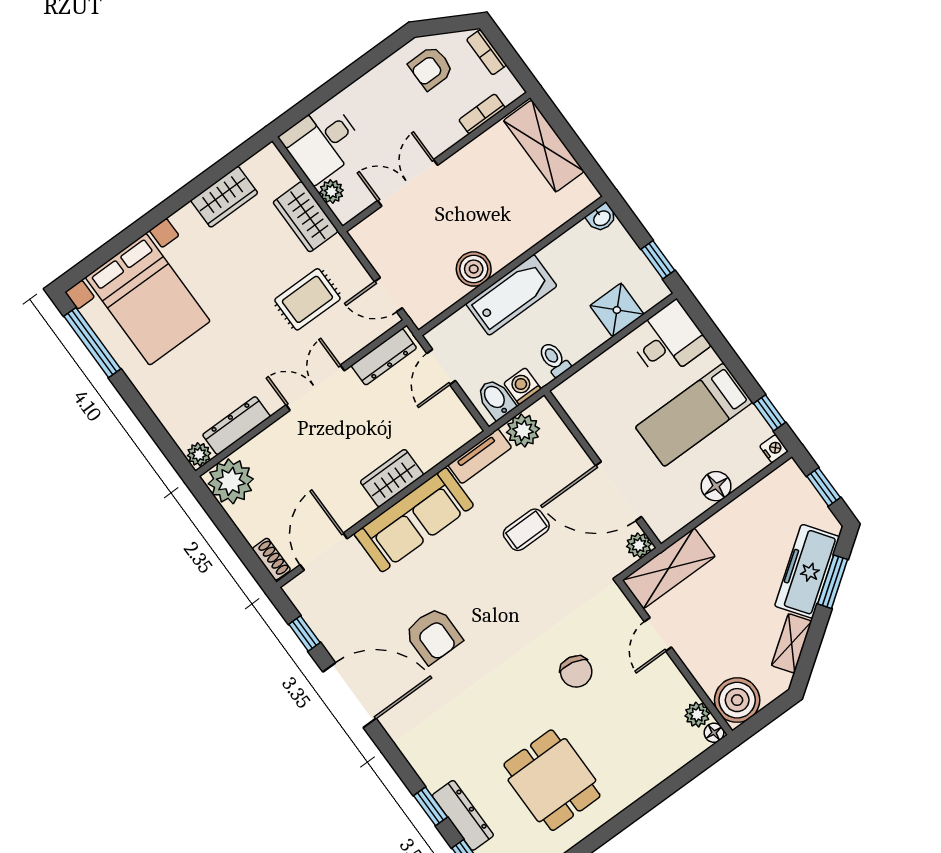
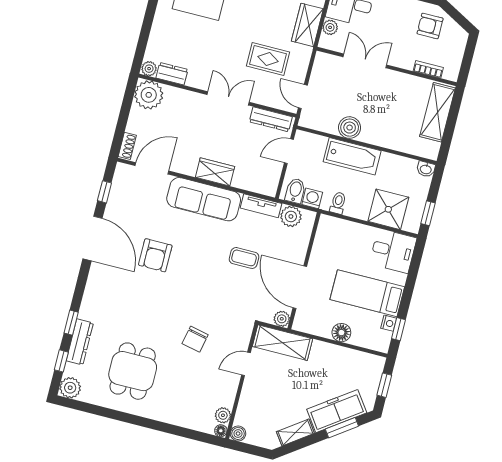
bookcase: (487, 52) -> (460, 47), removed
shower: (617, 310) -> (388, 209), width x1.36, depth x1.36
dresser: (236, 426) -> (172, 74), width x0.70
nightstand: (774, 449) -> (389, 323), moved
boiler: (737, 700) -> (238, 434), width x0.54, depth x0.54

